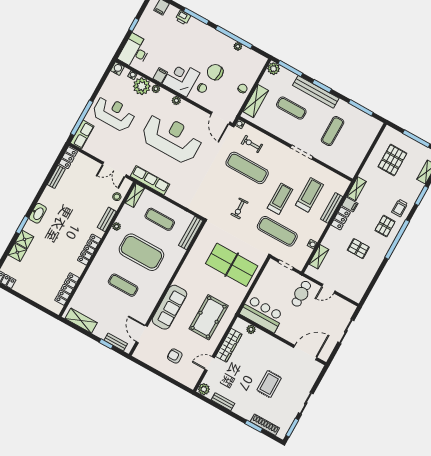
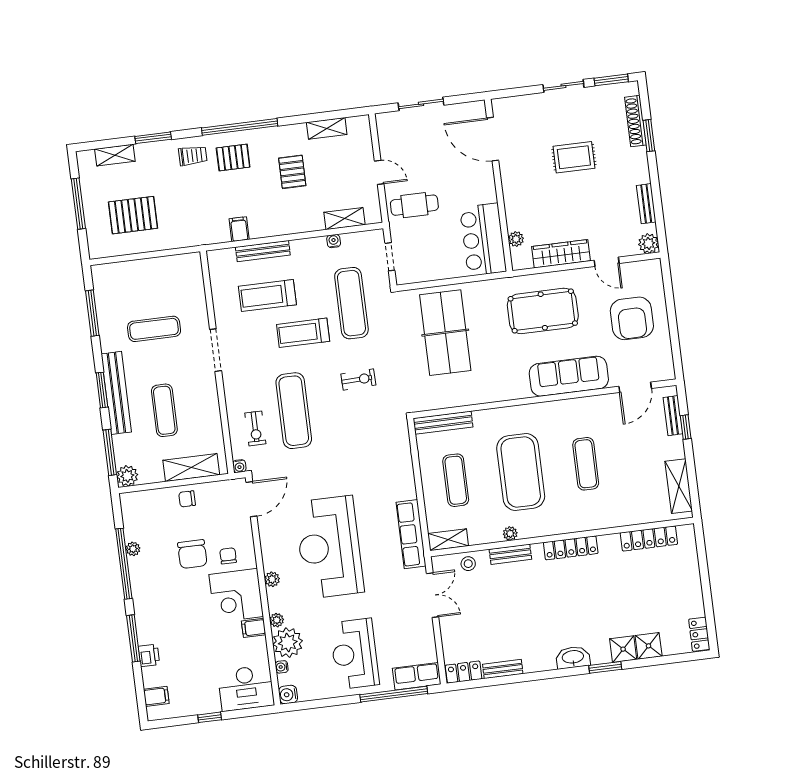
shelving: (357, 189) -> (327, 128), moved
locker: (341, 219) -> (268, 227), removed
armchair: (175, 356) -> (632, 318), width x1.88, depth x1.88

